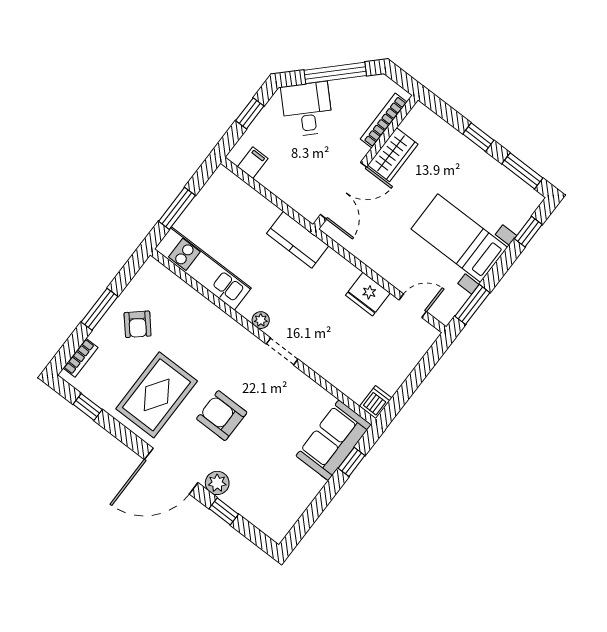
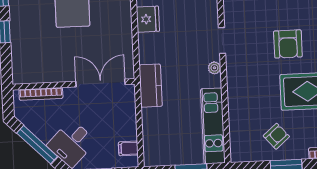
wardrobe: (393, 155) -> (56, 72), removed

